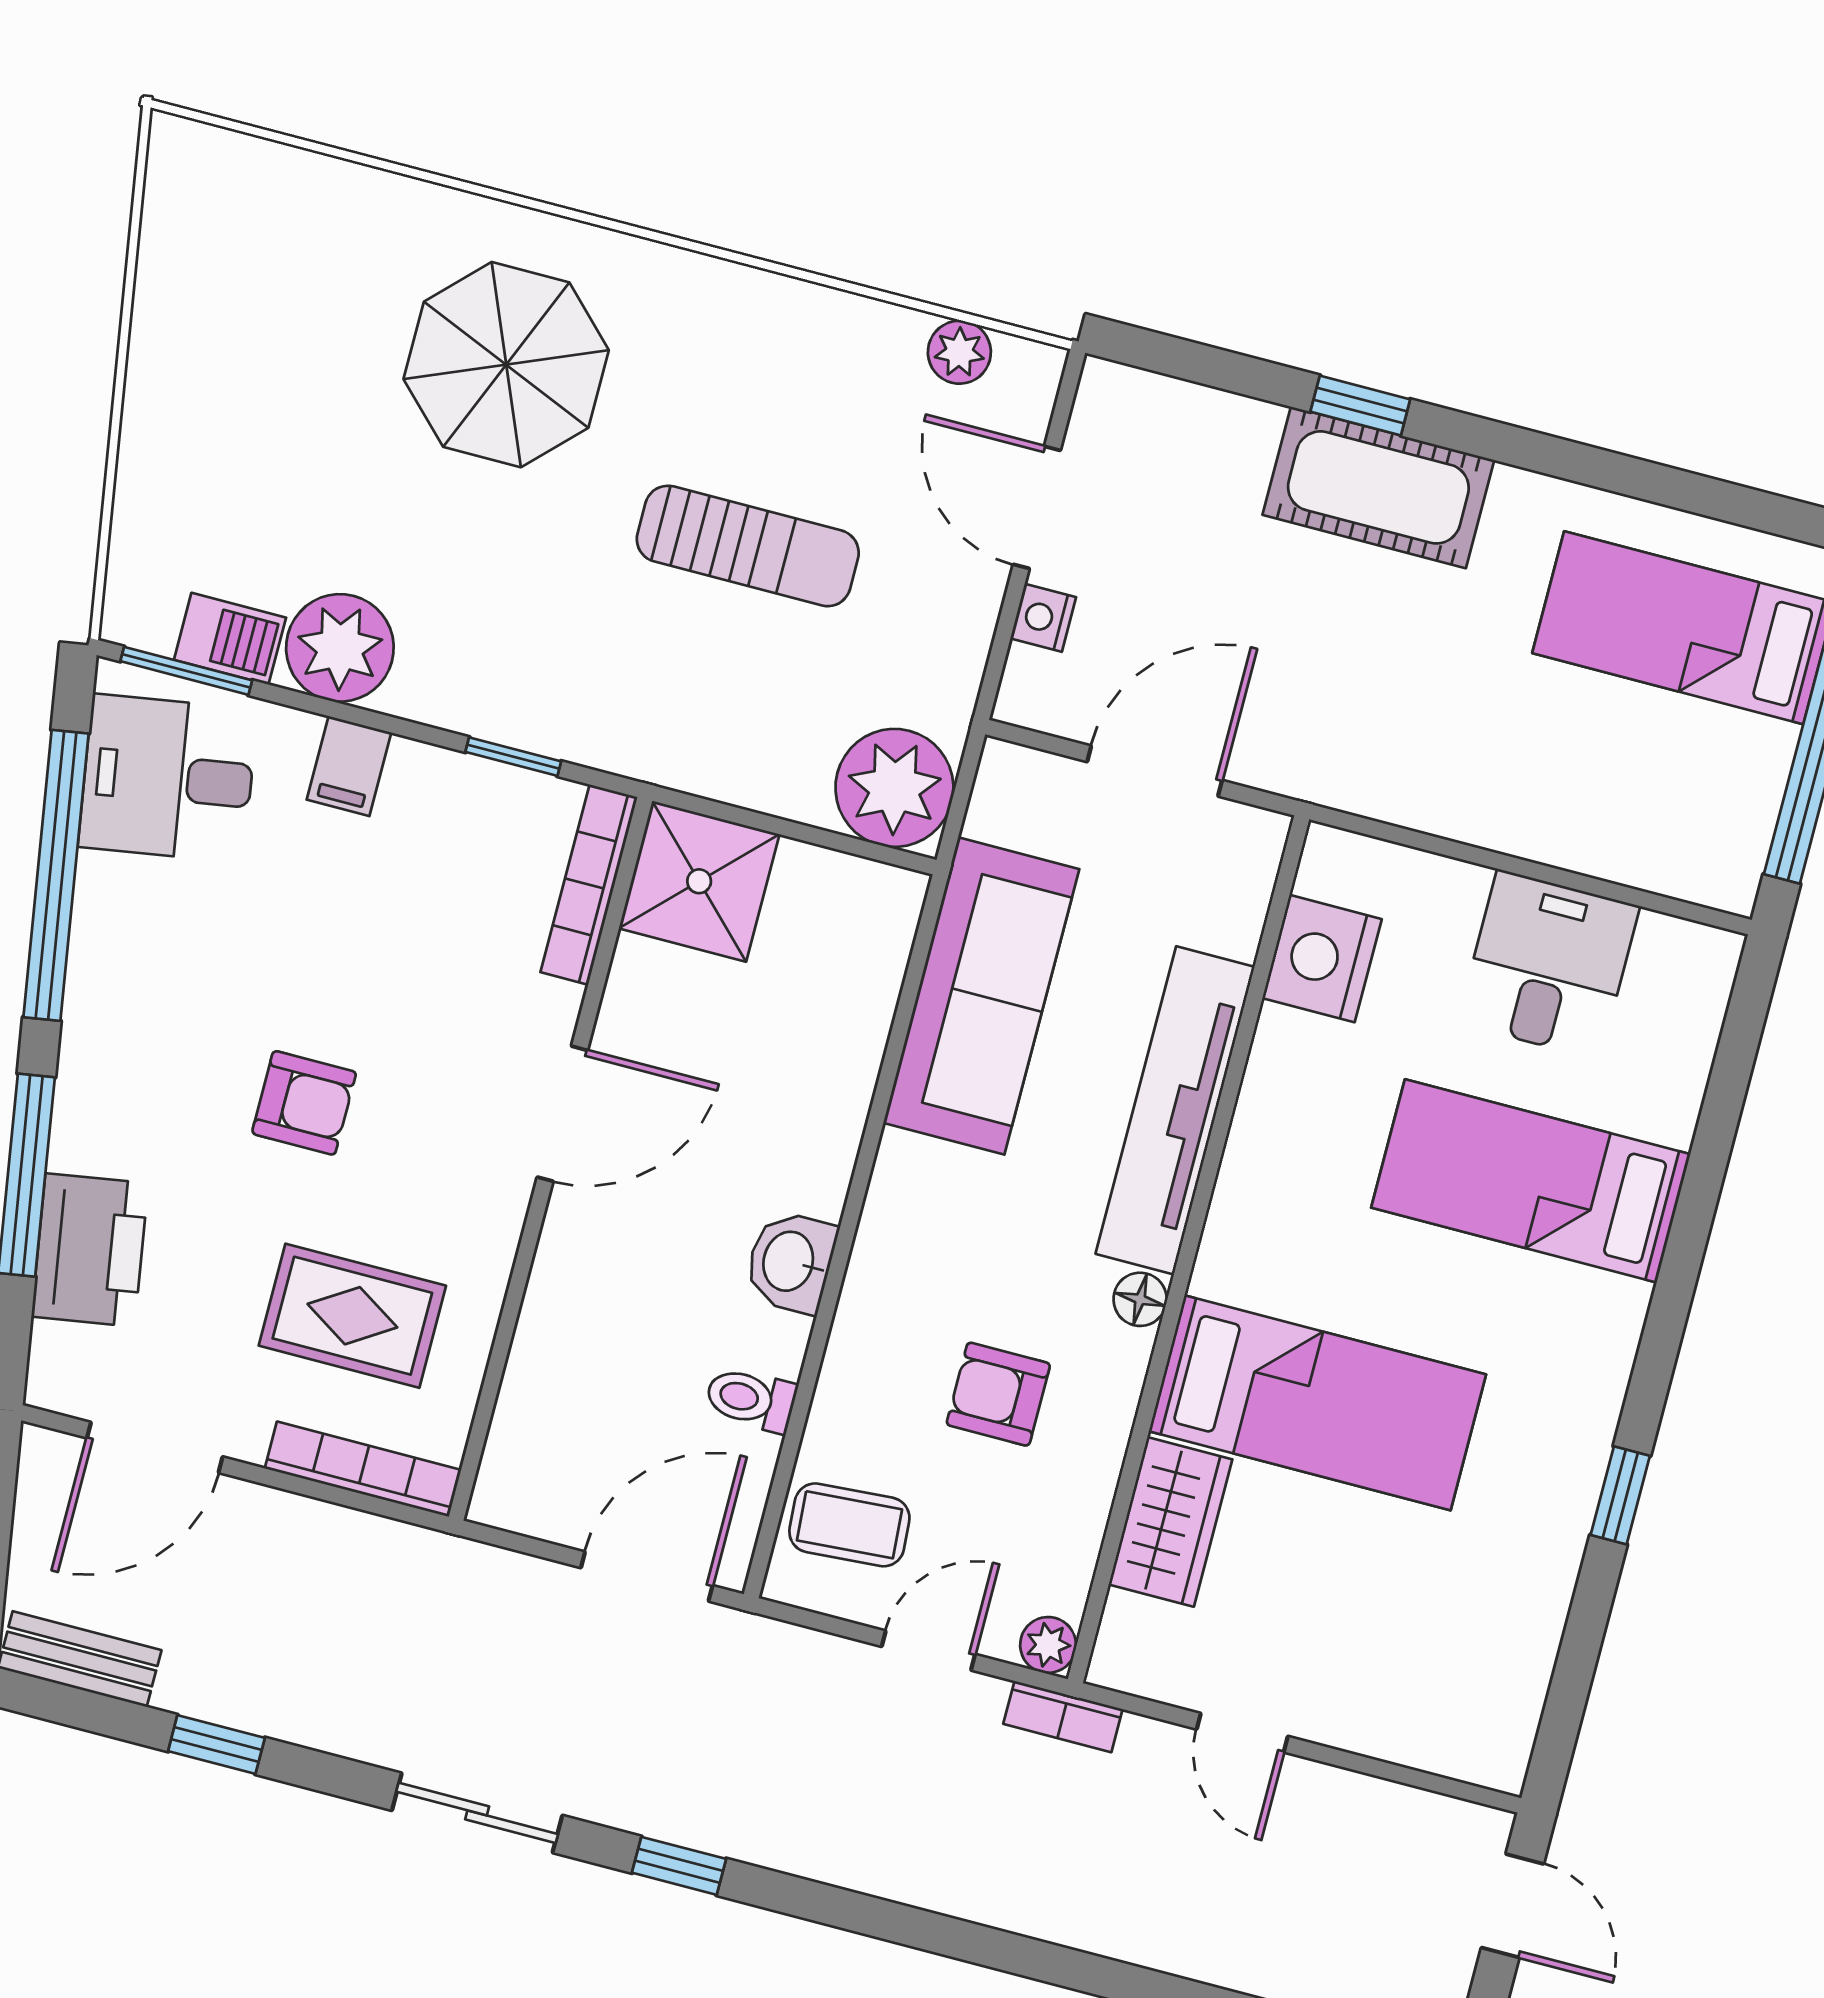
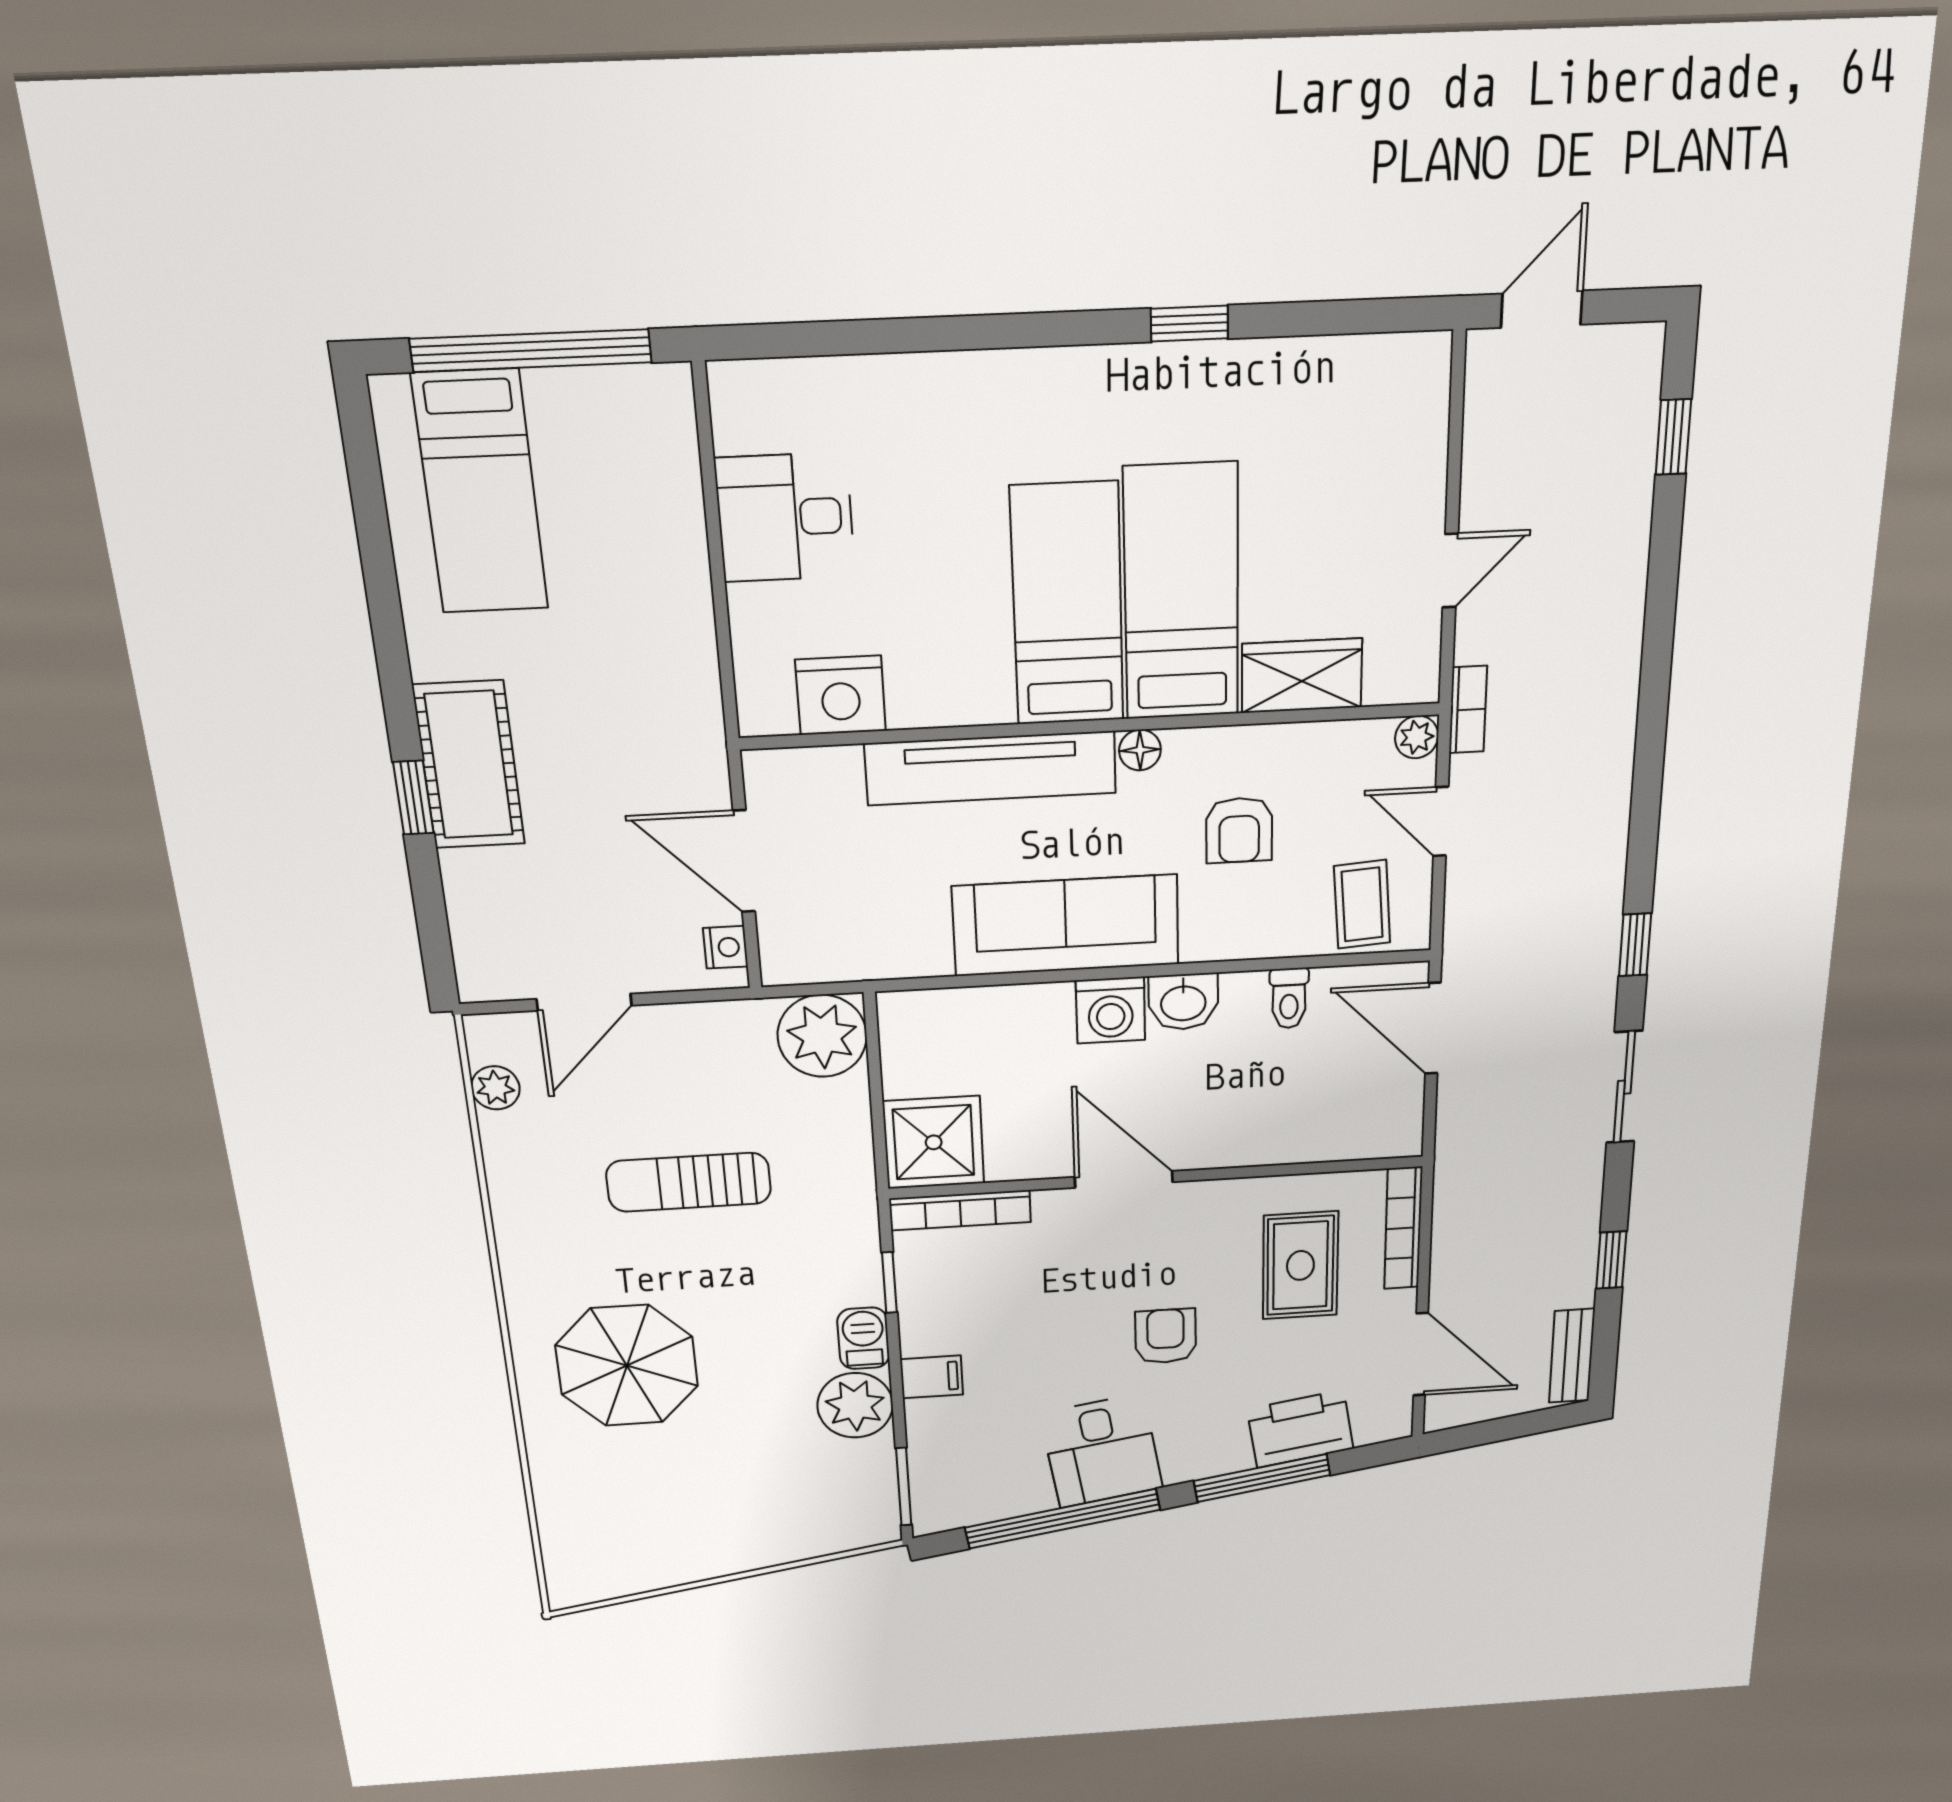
sun lounger: (748, 546) -> (689, 1182), turned -90
nightstand: (1043, 618) -> (725, 947), moved, turned -90
barbecue: (230, 639) -> (863, 1338), moved
desk: (168, 778) -> (1102, 1451), moved
sofa: (981, 996) -> (1066, 925), moved
washing machine: (809, 1165) -> (1111, 1010), added
bed: (1531, 1181) -> (1067, 605), moved, turned 180

